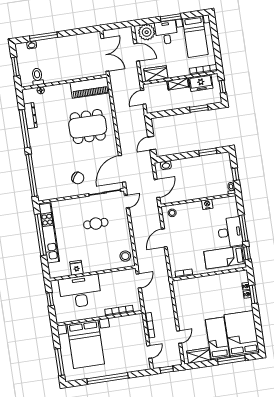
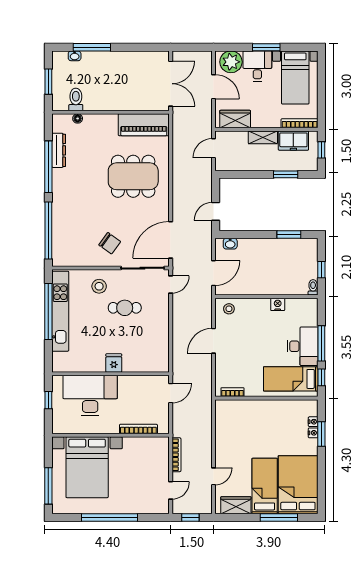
stool: (125, 256) -> (99, 286), moved
fridge: (76, 268) -> (114, 363), moved

